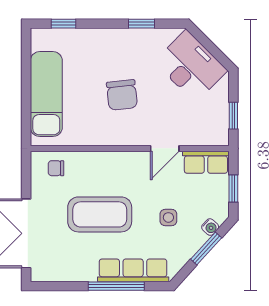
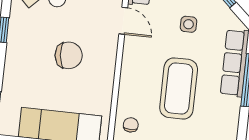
chair: (56, 168) -> (131, 125), turned 180

